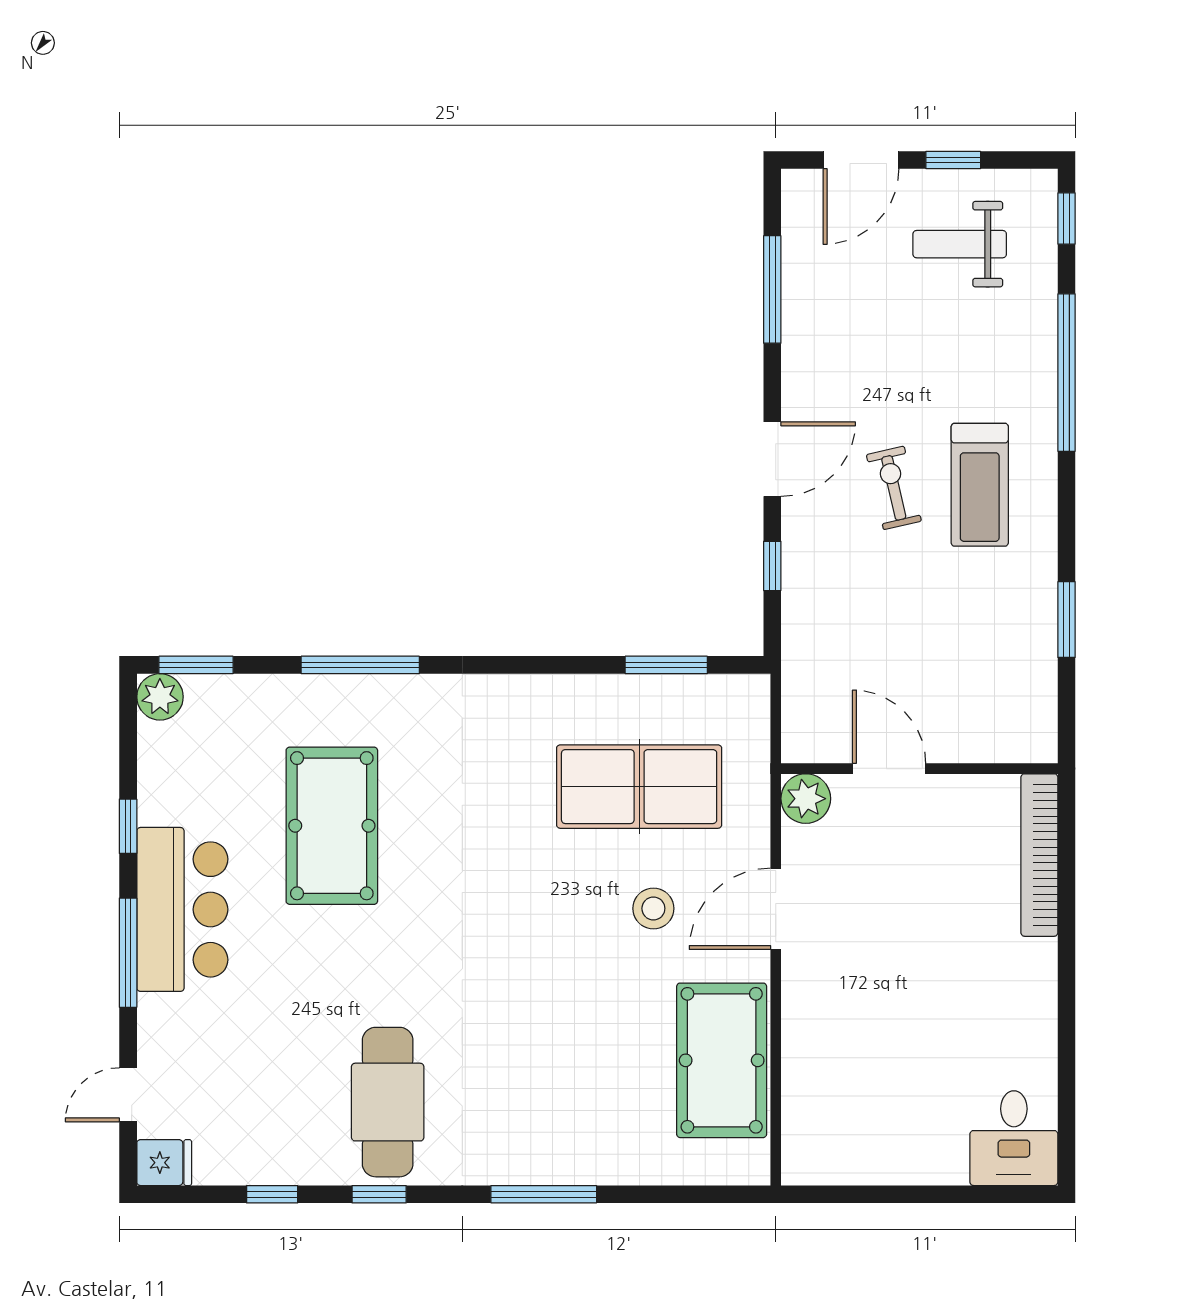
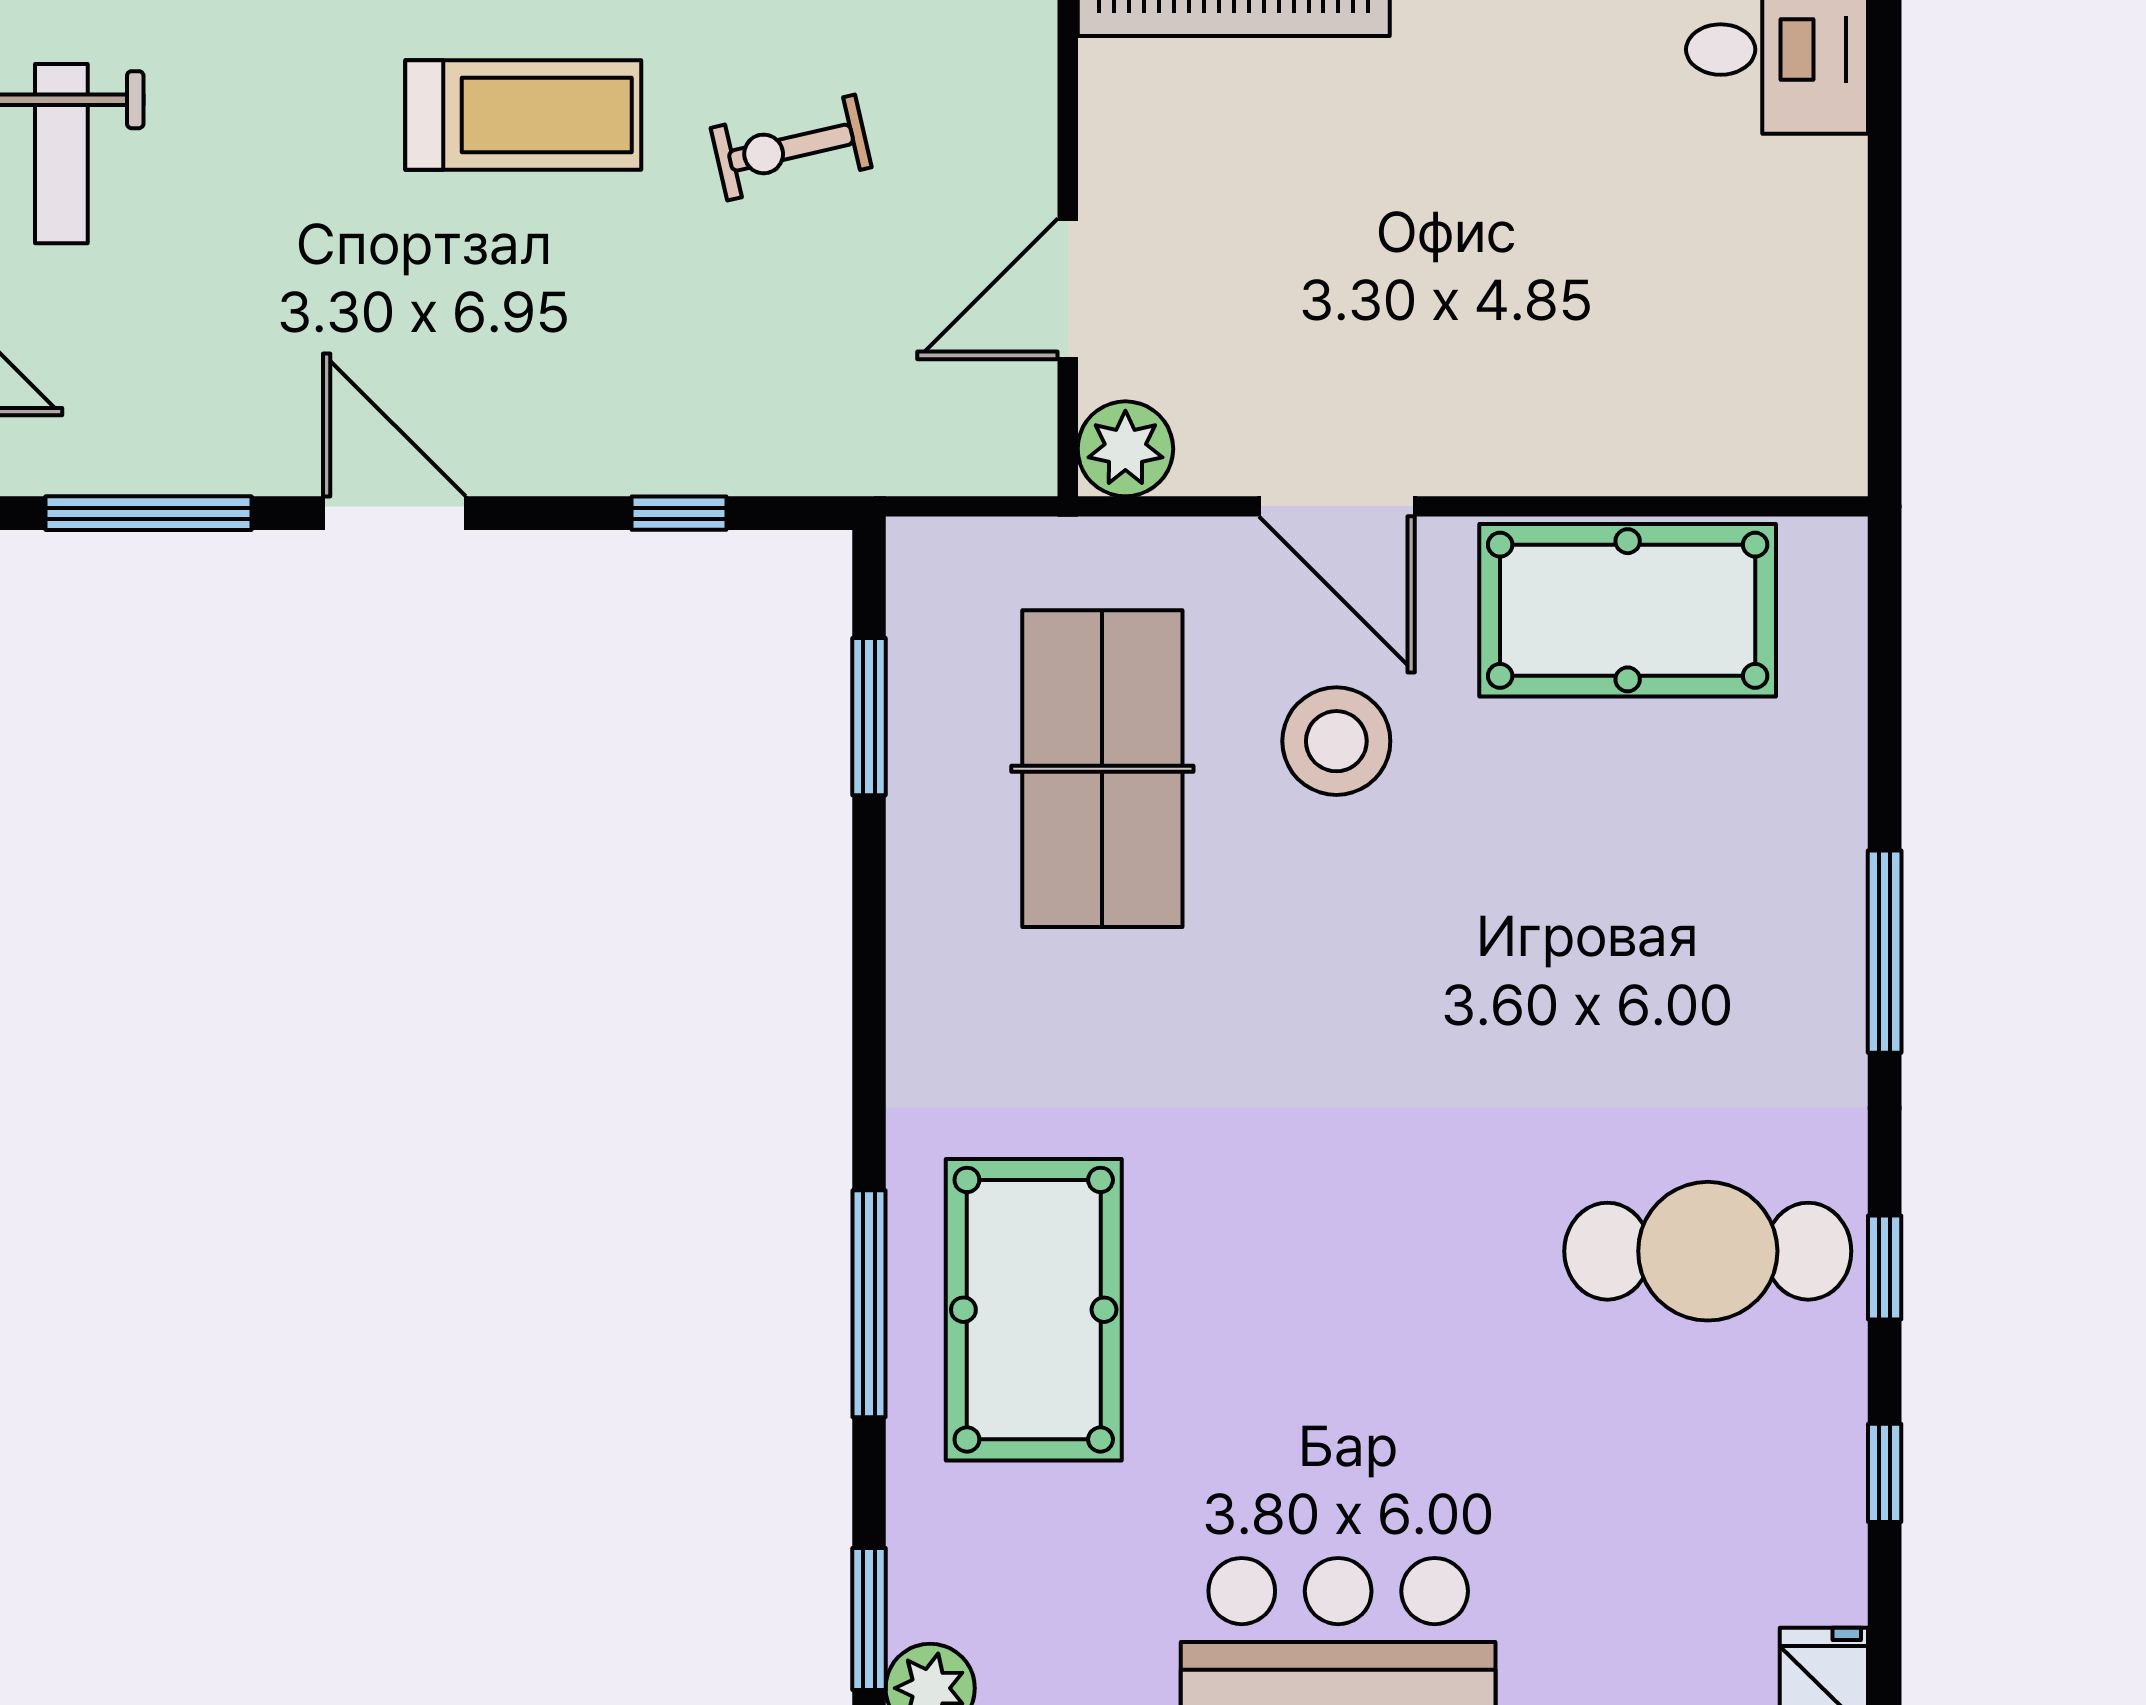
door: (772, 459) -> (394, 513), moved
exercise bike: (894, 488) -> (791, 148), moved
pool table: (332, 826) -> (1034, 1310), moved, turned 90
stool: (653, 908) -> (1336, 741), width x1.38, depth x1.38

